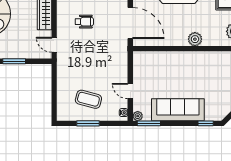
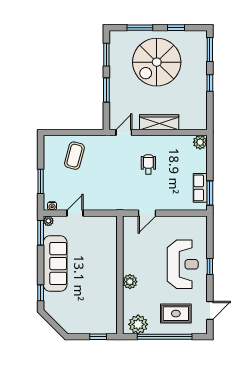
wheelchair: (84, 22) -> (148, 164), turned 180
door: (130, 23) -> (147, 213), width x0.53
coffee table: (88, 99) -> (74, 156), moved
window: (88, 123) -> (41, 181), moved

